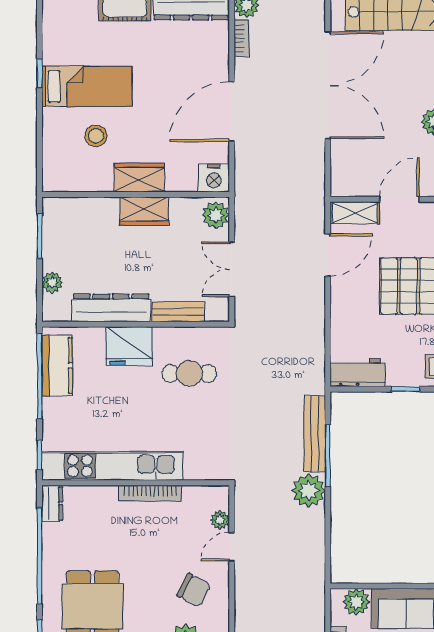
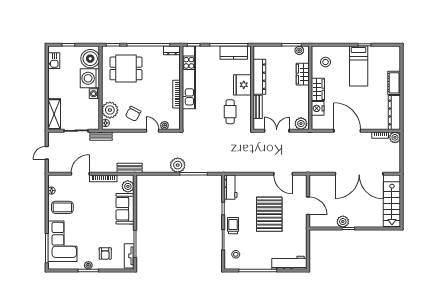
stool: (96, 136) -> (325, 62), moved
nightstand: (214, 178) -> (318, 108), moved
wardrobe: (144, 211) -> (303, 74), moved
shelving: (355, 213) -> (302, 186), removed
plant: (52, 282) -> (299, 50), moved
bench: (315, 434) -> (130, 168), moved, width x0.73

